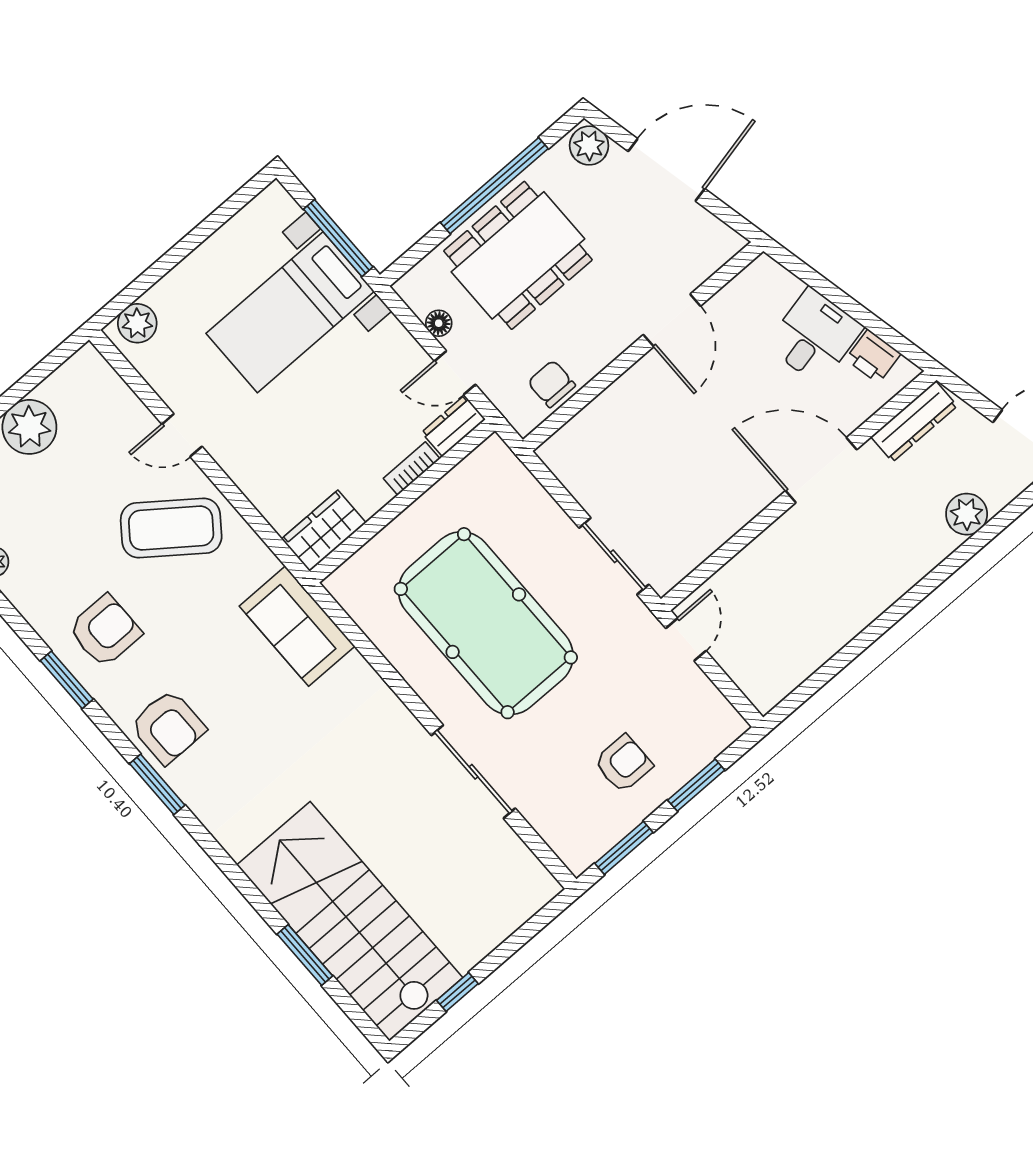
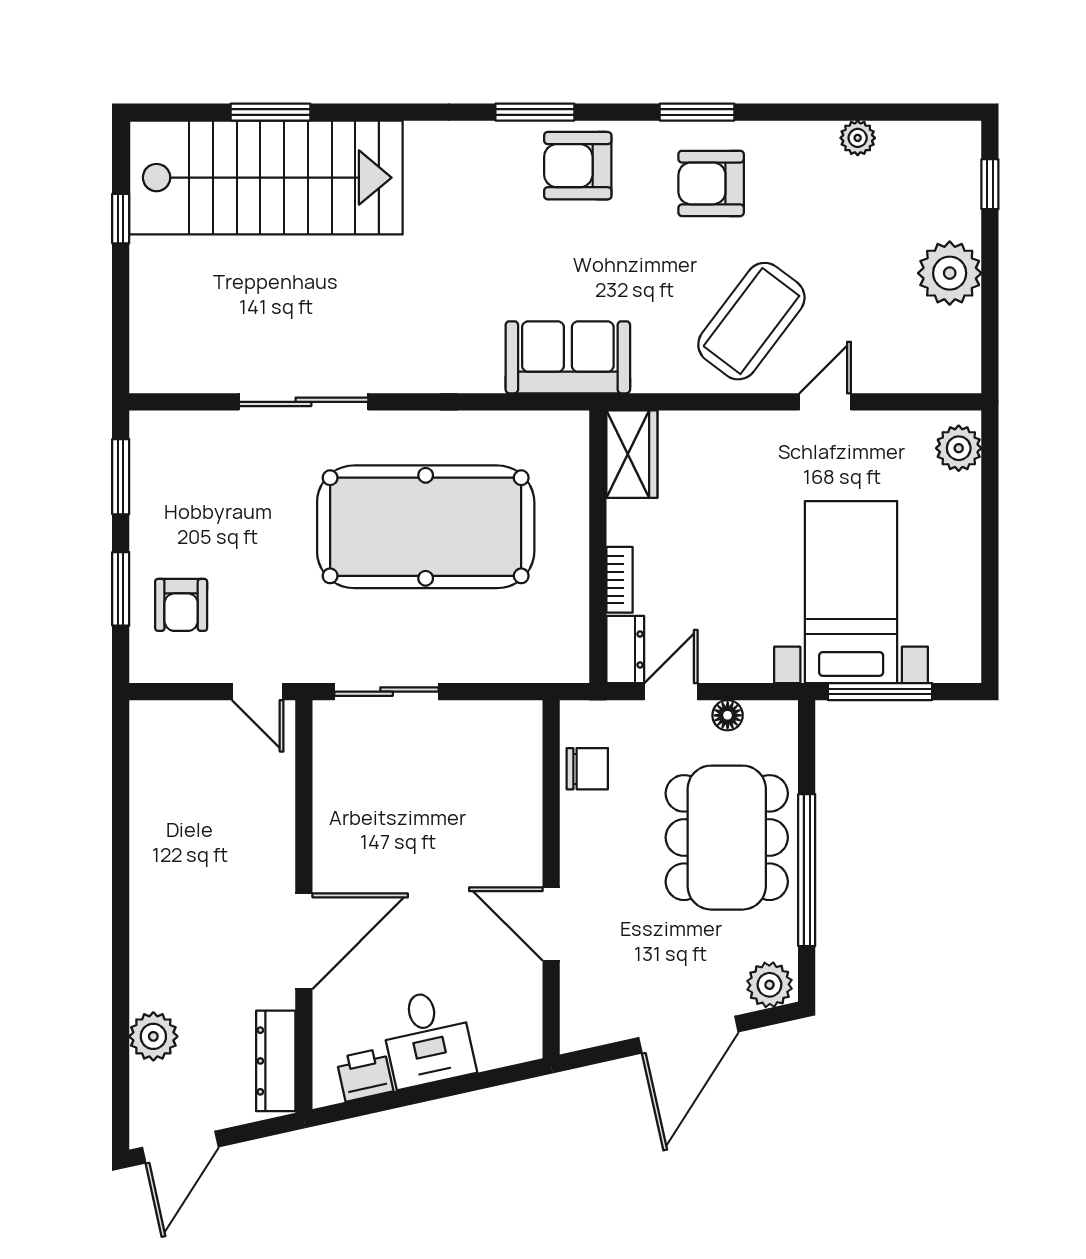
armchair: (105, 631) -> (711, 183), turned 90
armchair: (623, 764) -> (181, 605), moved

